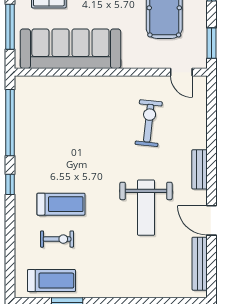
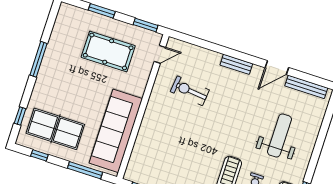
weight bench: (146, 208) -> (279, 135), moved, turned -90

